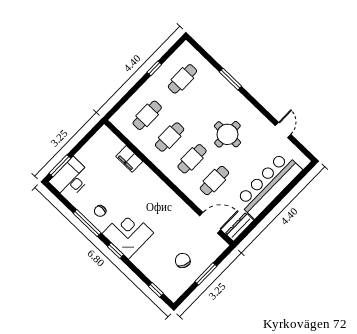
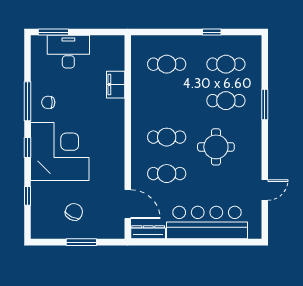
cafe table: (170, 137) -> (226, 101), moved
desk: (71, 179) -> (68, 52), moved
corner desk: (128, 233) -> (60, 152), width x1.36, depth x1.36
window: (156, 290) -> (28, 196), moved

